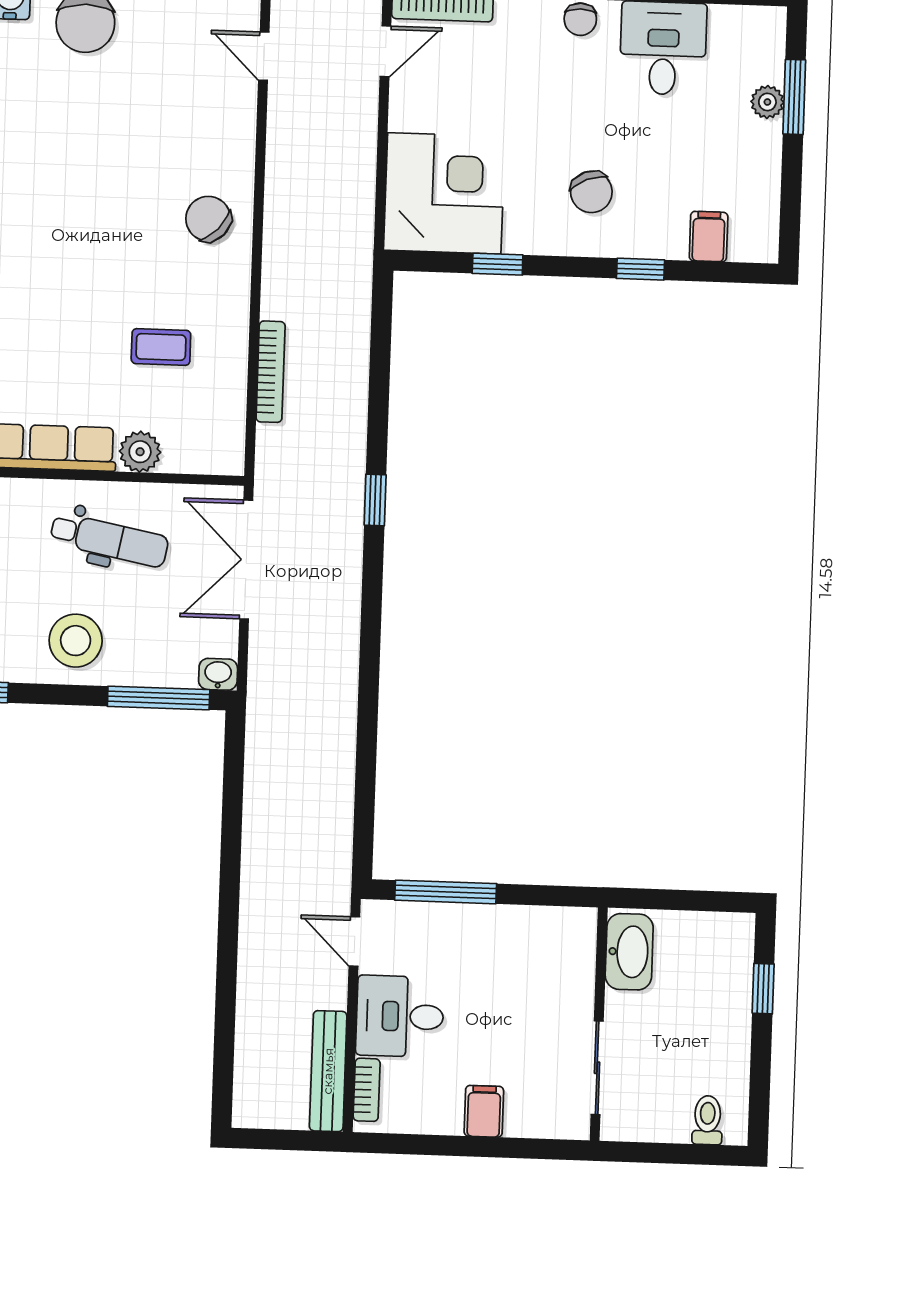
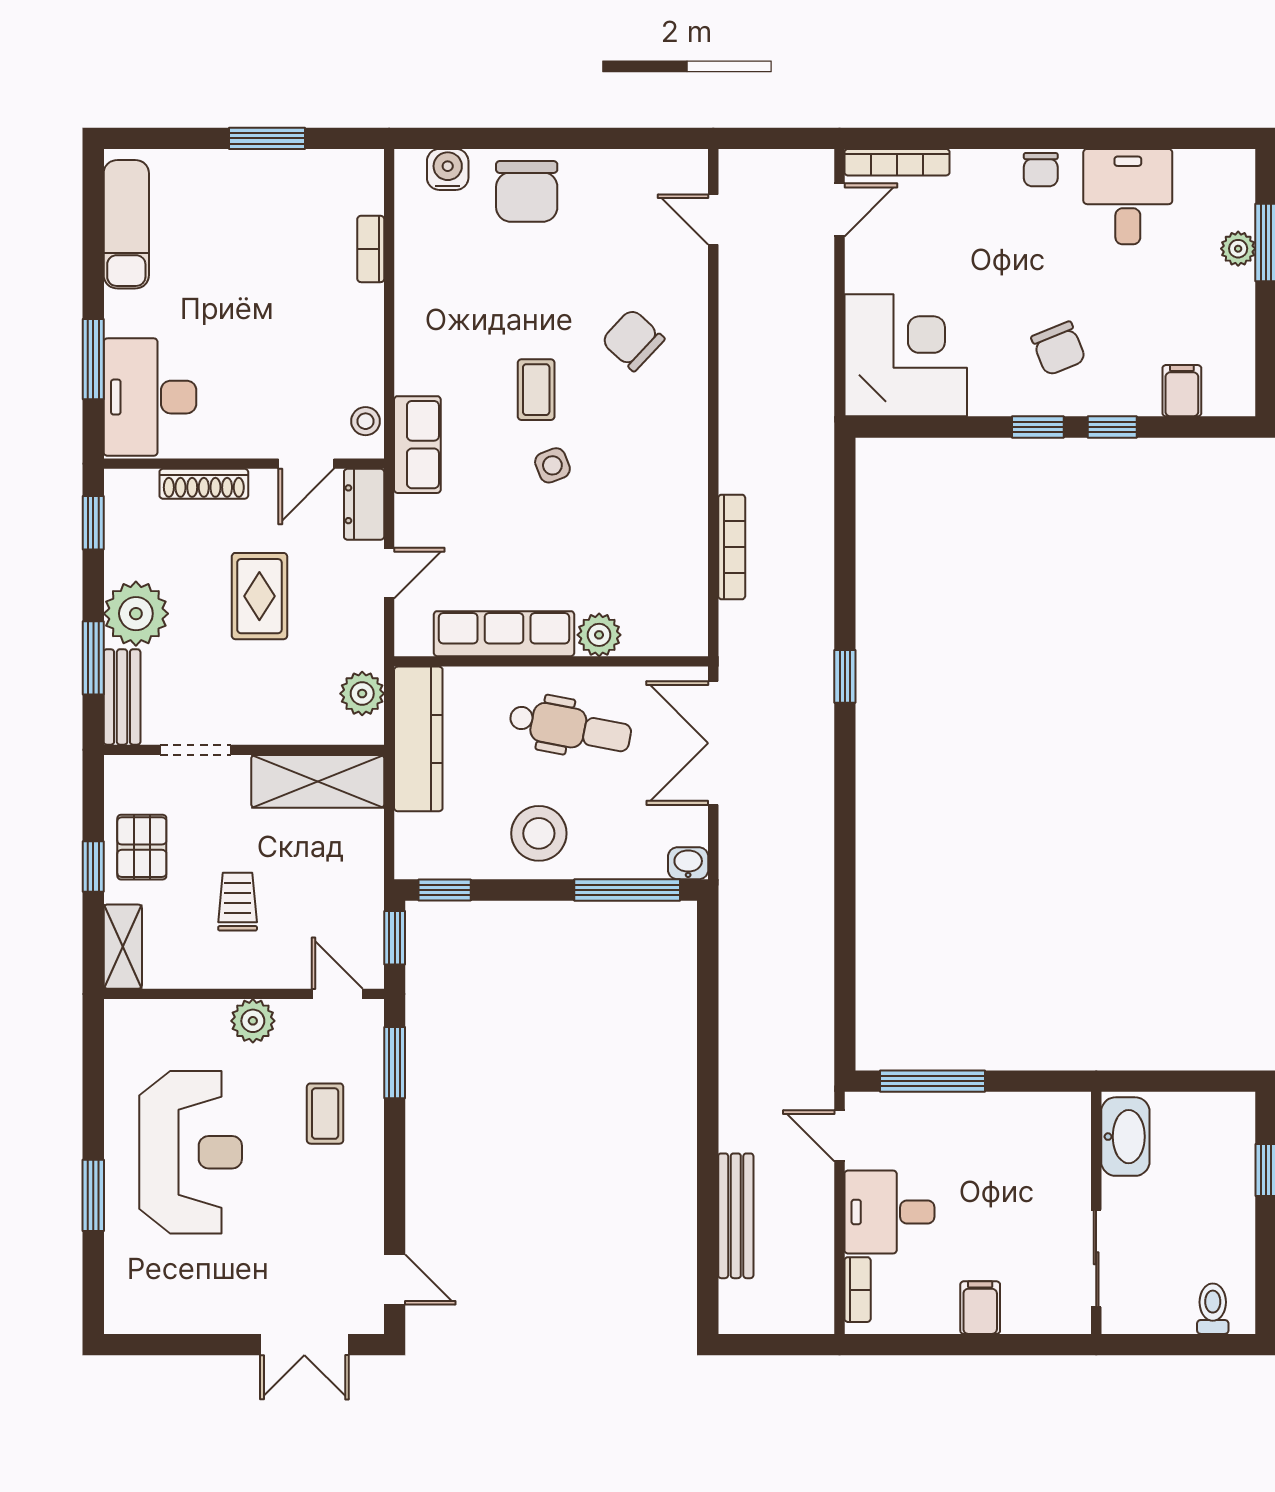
chair: (208, 219) -> (633, 340), moved
window: (498, 264) -> (1038, 427), moved
side table: (101, 287) -> (552, 465), added
coffee table: (161, 347) -> (536, 390), moved, turned 90
bench: (328, 1071) -> (736, 1216), moved

